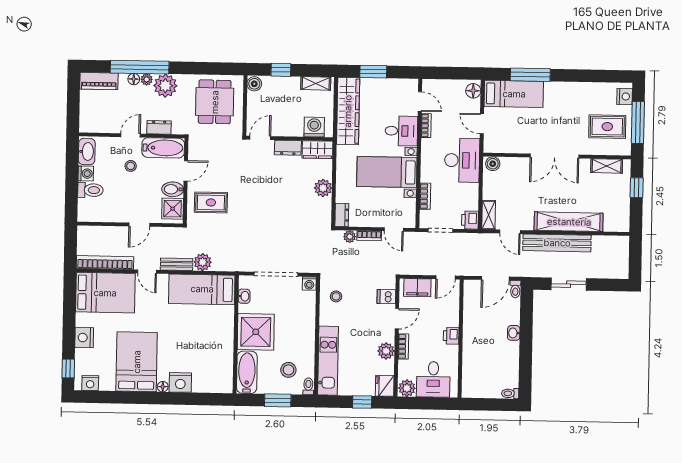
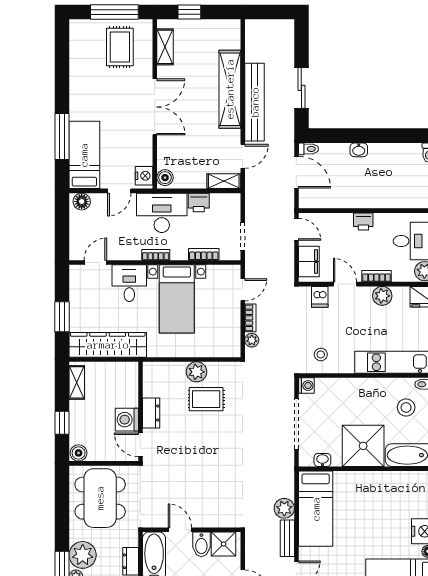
nightstand: (625, 96) -> (144, 176), moved, turned 90
dining table: (215, 102) -> (100, 498), width x1.38
bookcase: (426, 126) -> (156, 255), moved
washing machine: (314, 127) -> (127, 420), moved
wardrobe: (318, 150) -> (153, 379), removed
rug: (211, 202) -> (206, 399), moved, turned 90
dresser: (342, 215) -> (227, 350), removed
printer: (470, 220) -> (199, 203), moved

